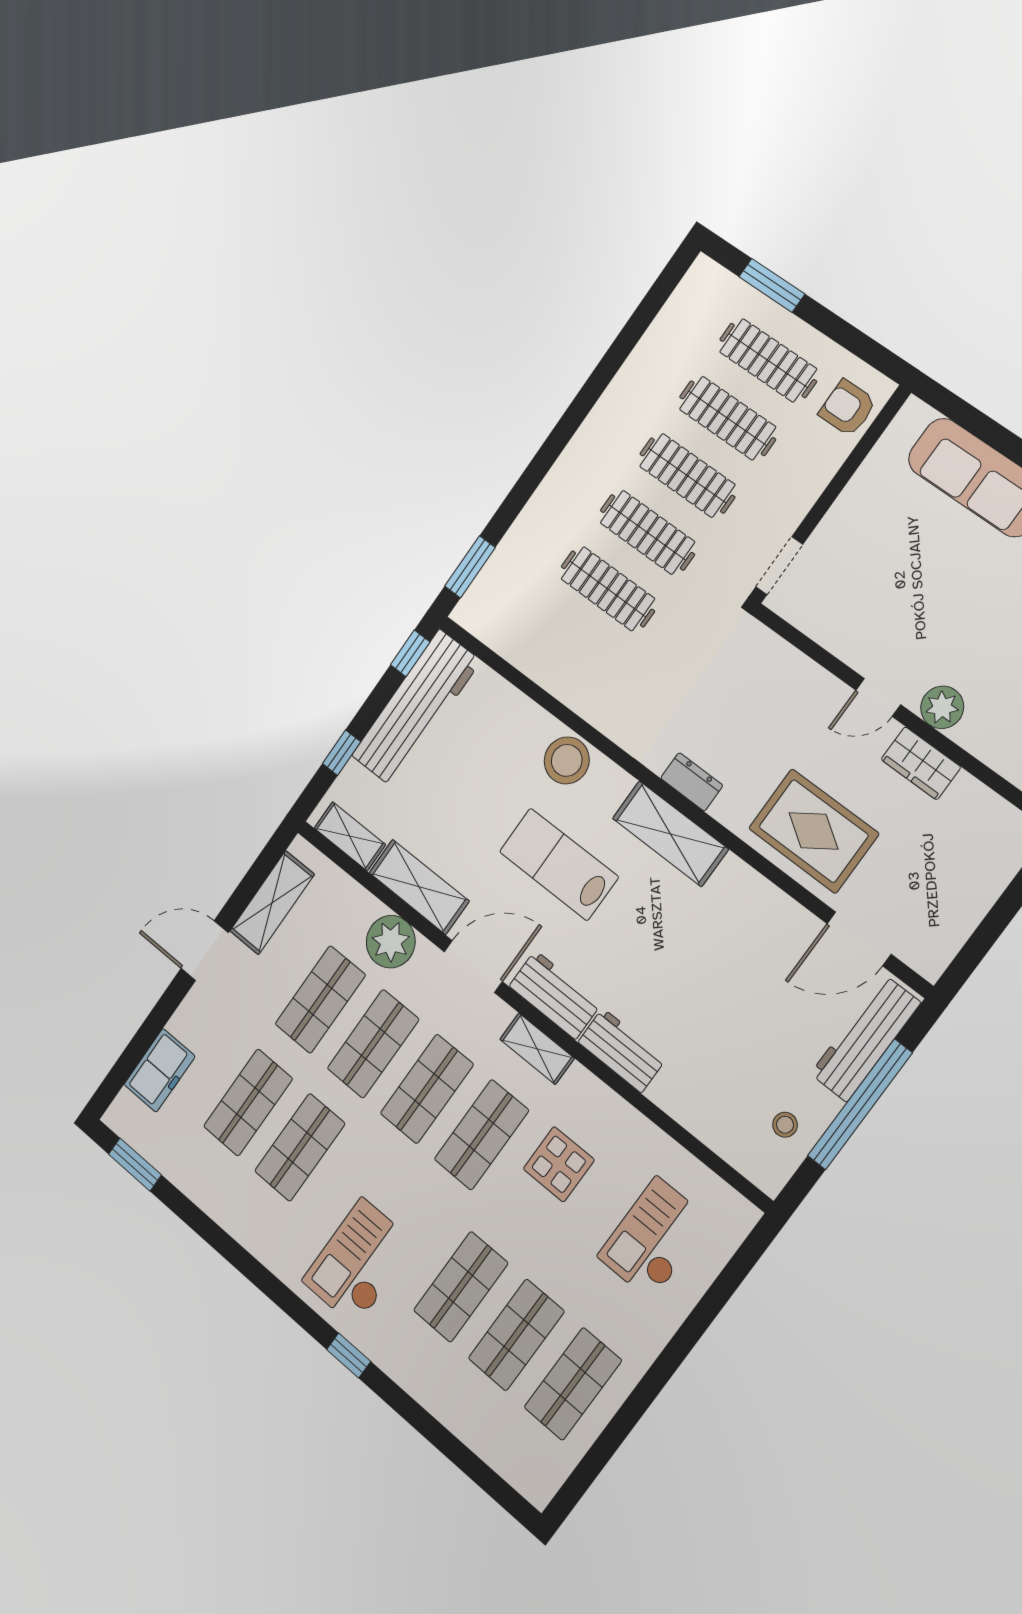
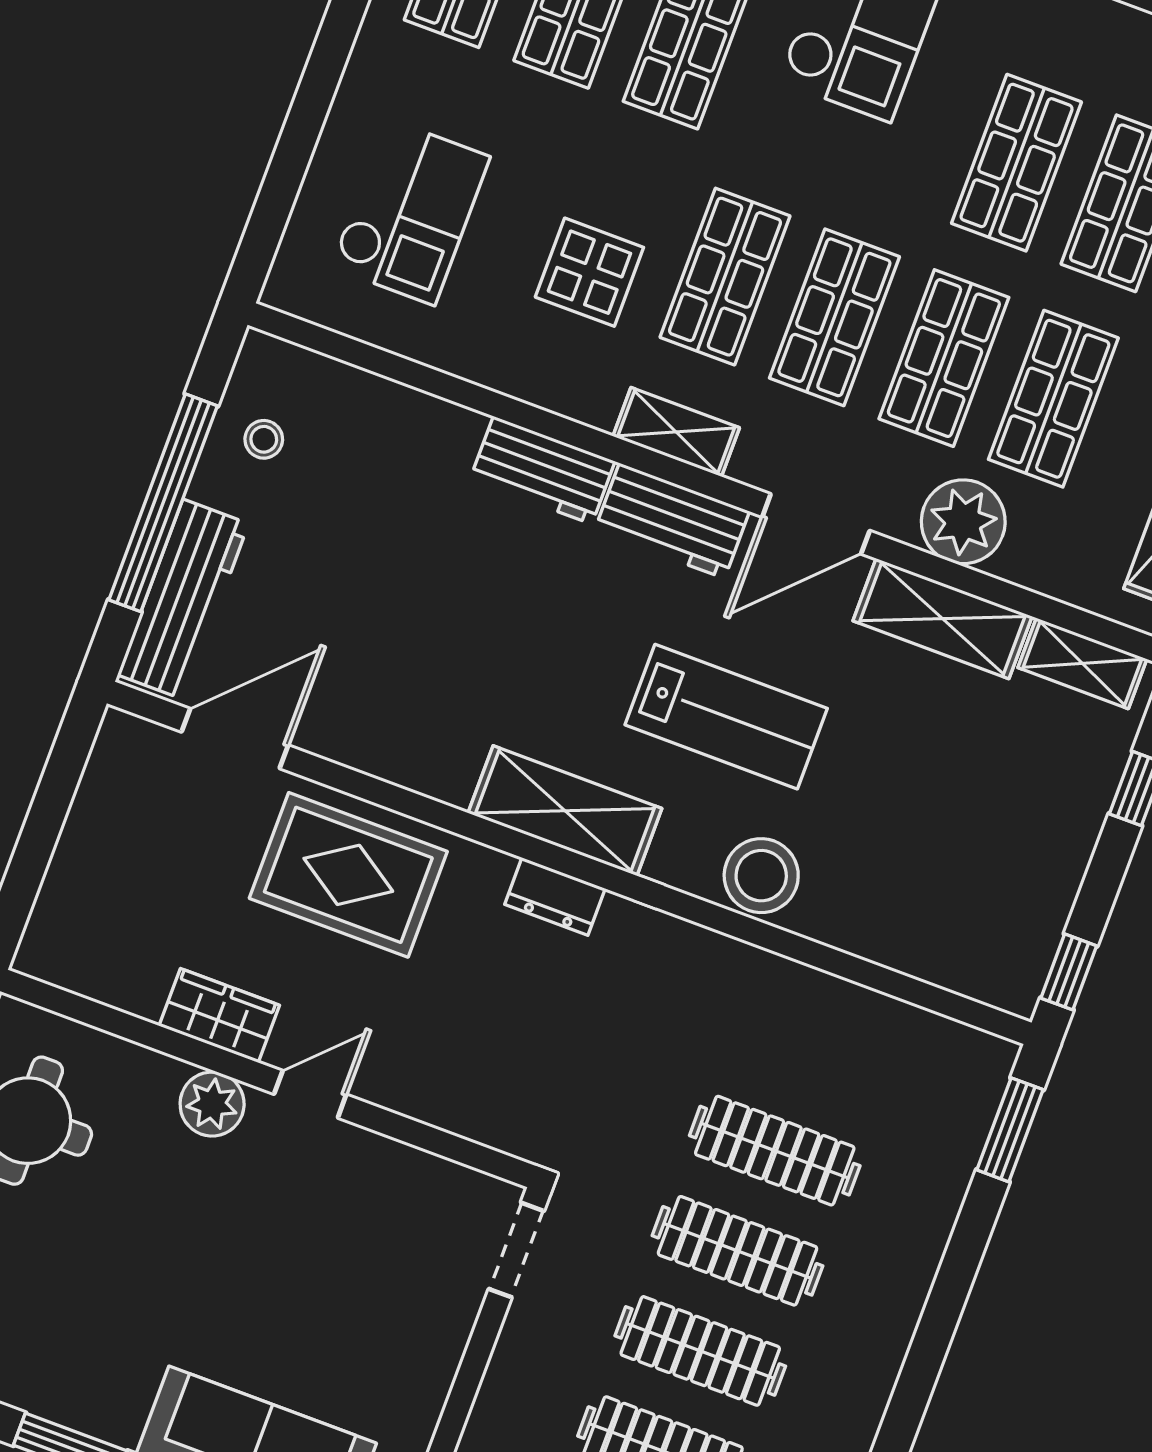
workbench: (416, 708) -> (1032, 890), removed

